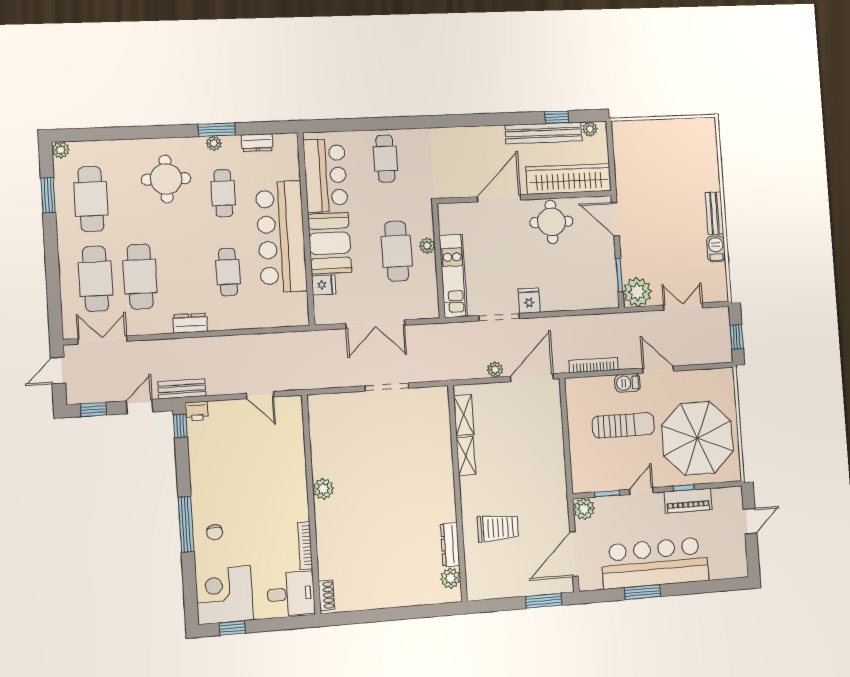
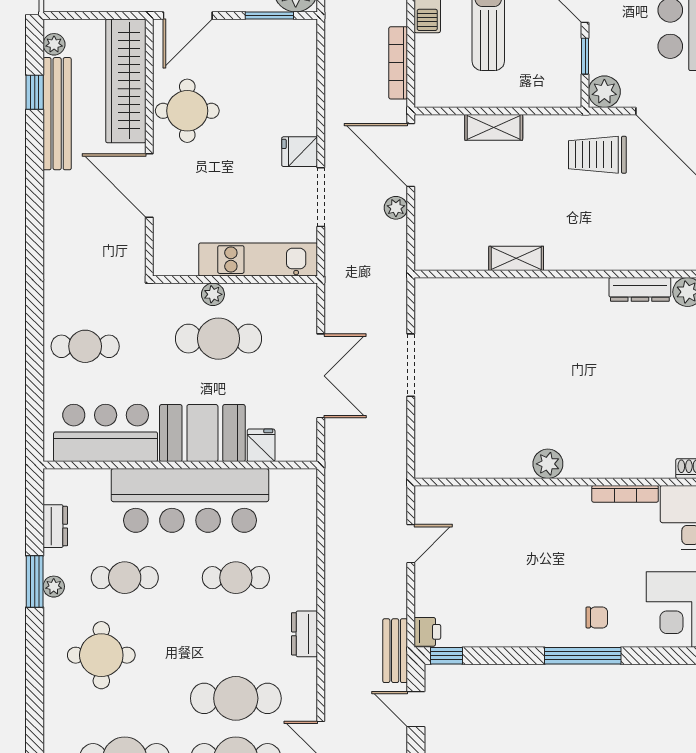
shelving: (464, 415) -> (494, 127), moved
trolley: (498, 528) -> (597, 155), moved, turned -90

